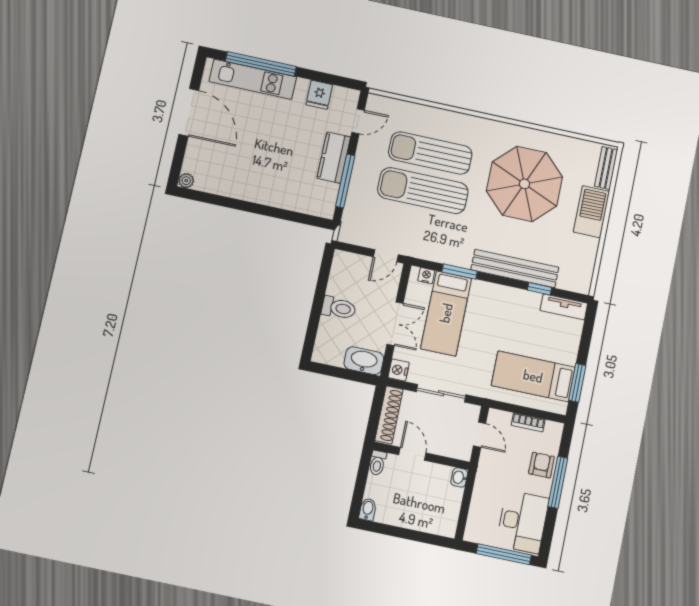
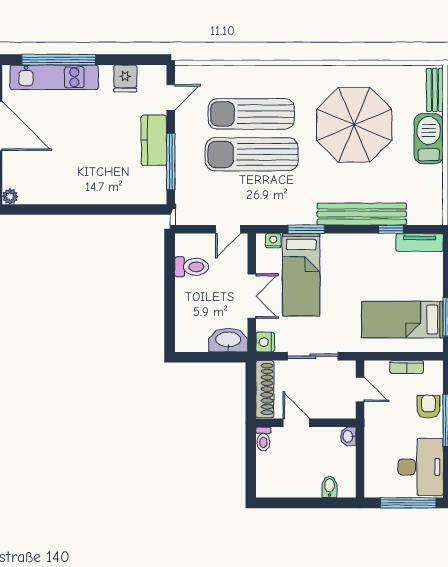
toilet: (339, 308) -> (192, 267), moved
bidet: (368, 509) -> (330, 487), moved

